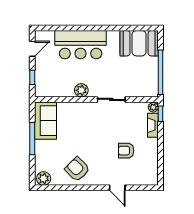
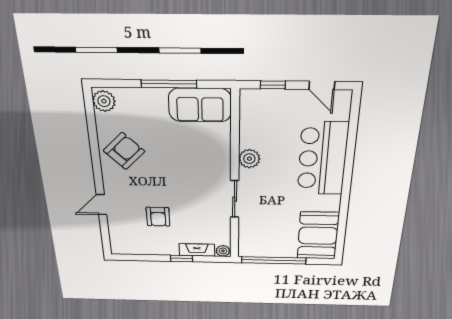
window: (161, 114) -> (182, 258), moved
armchair: (126, 151) -> (158, 217), turned 180

